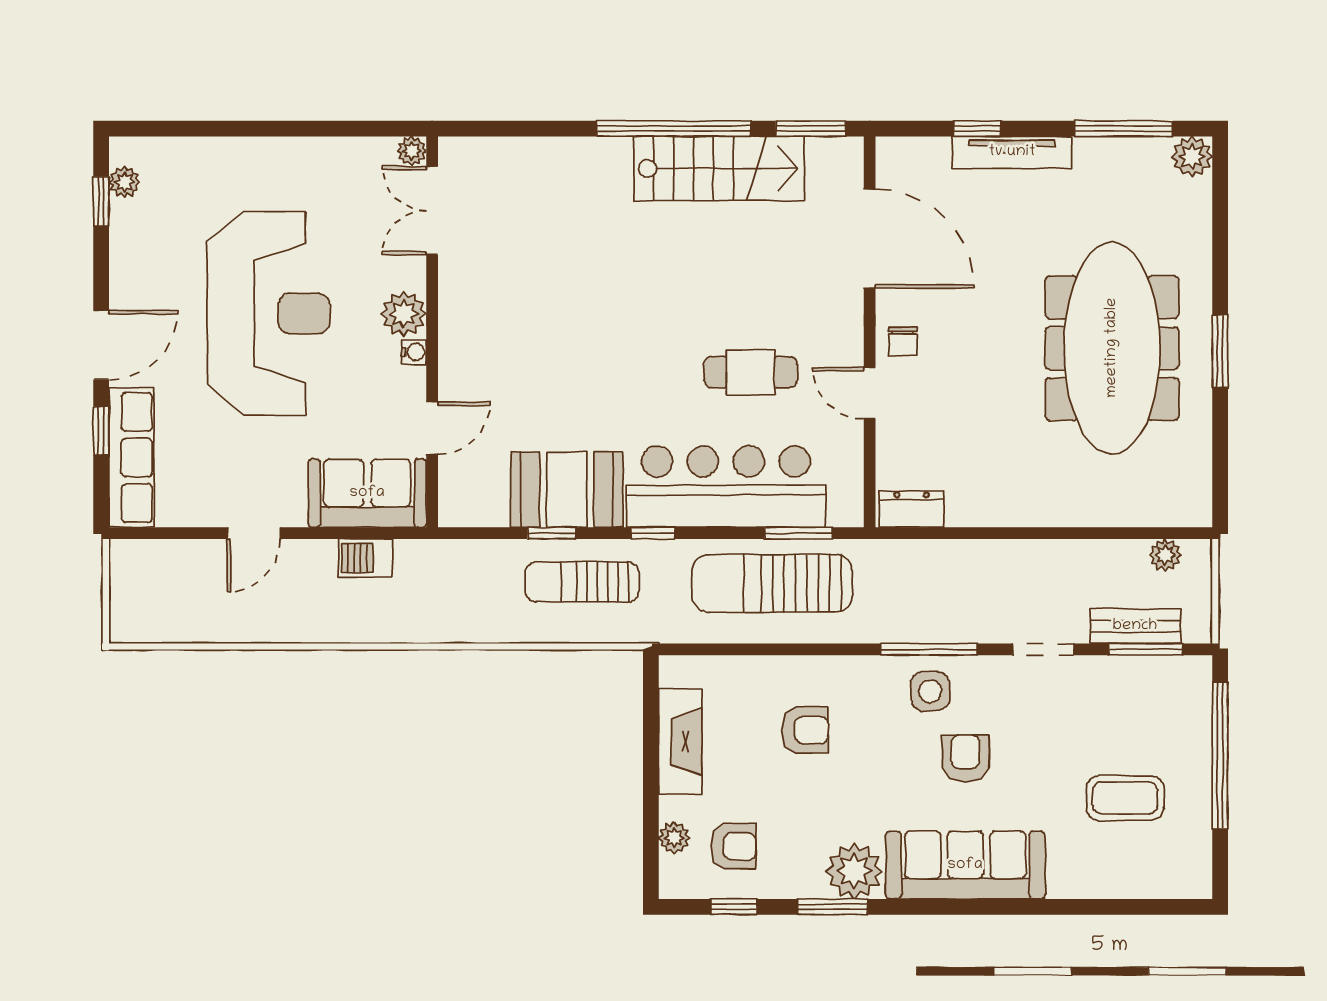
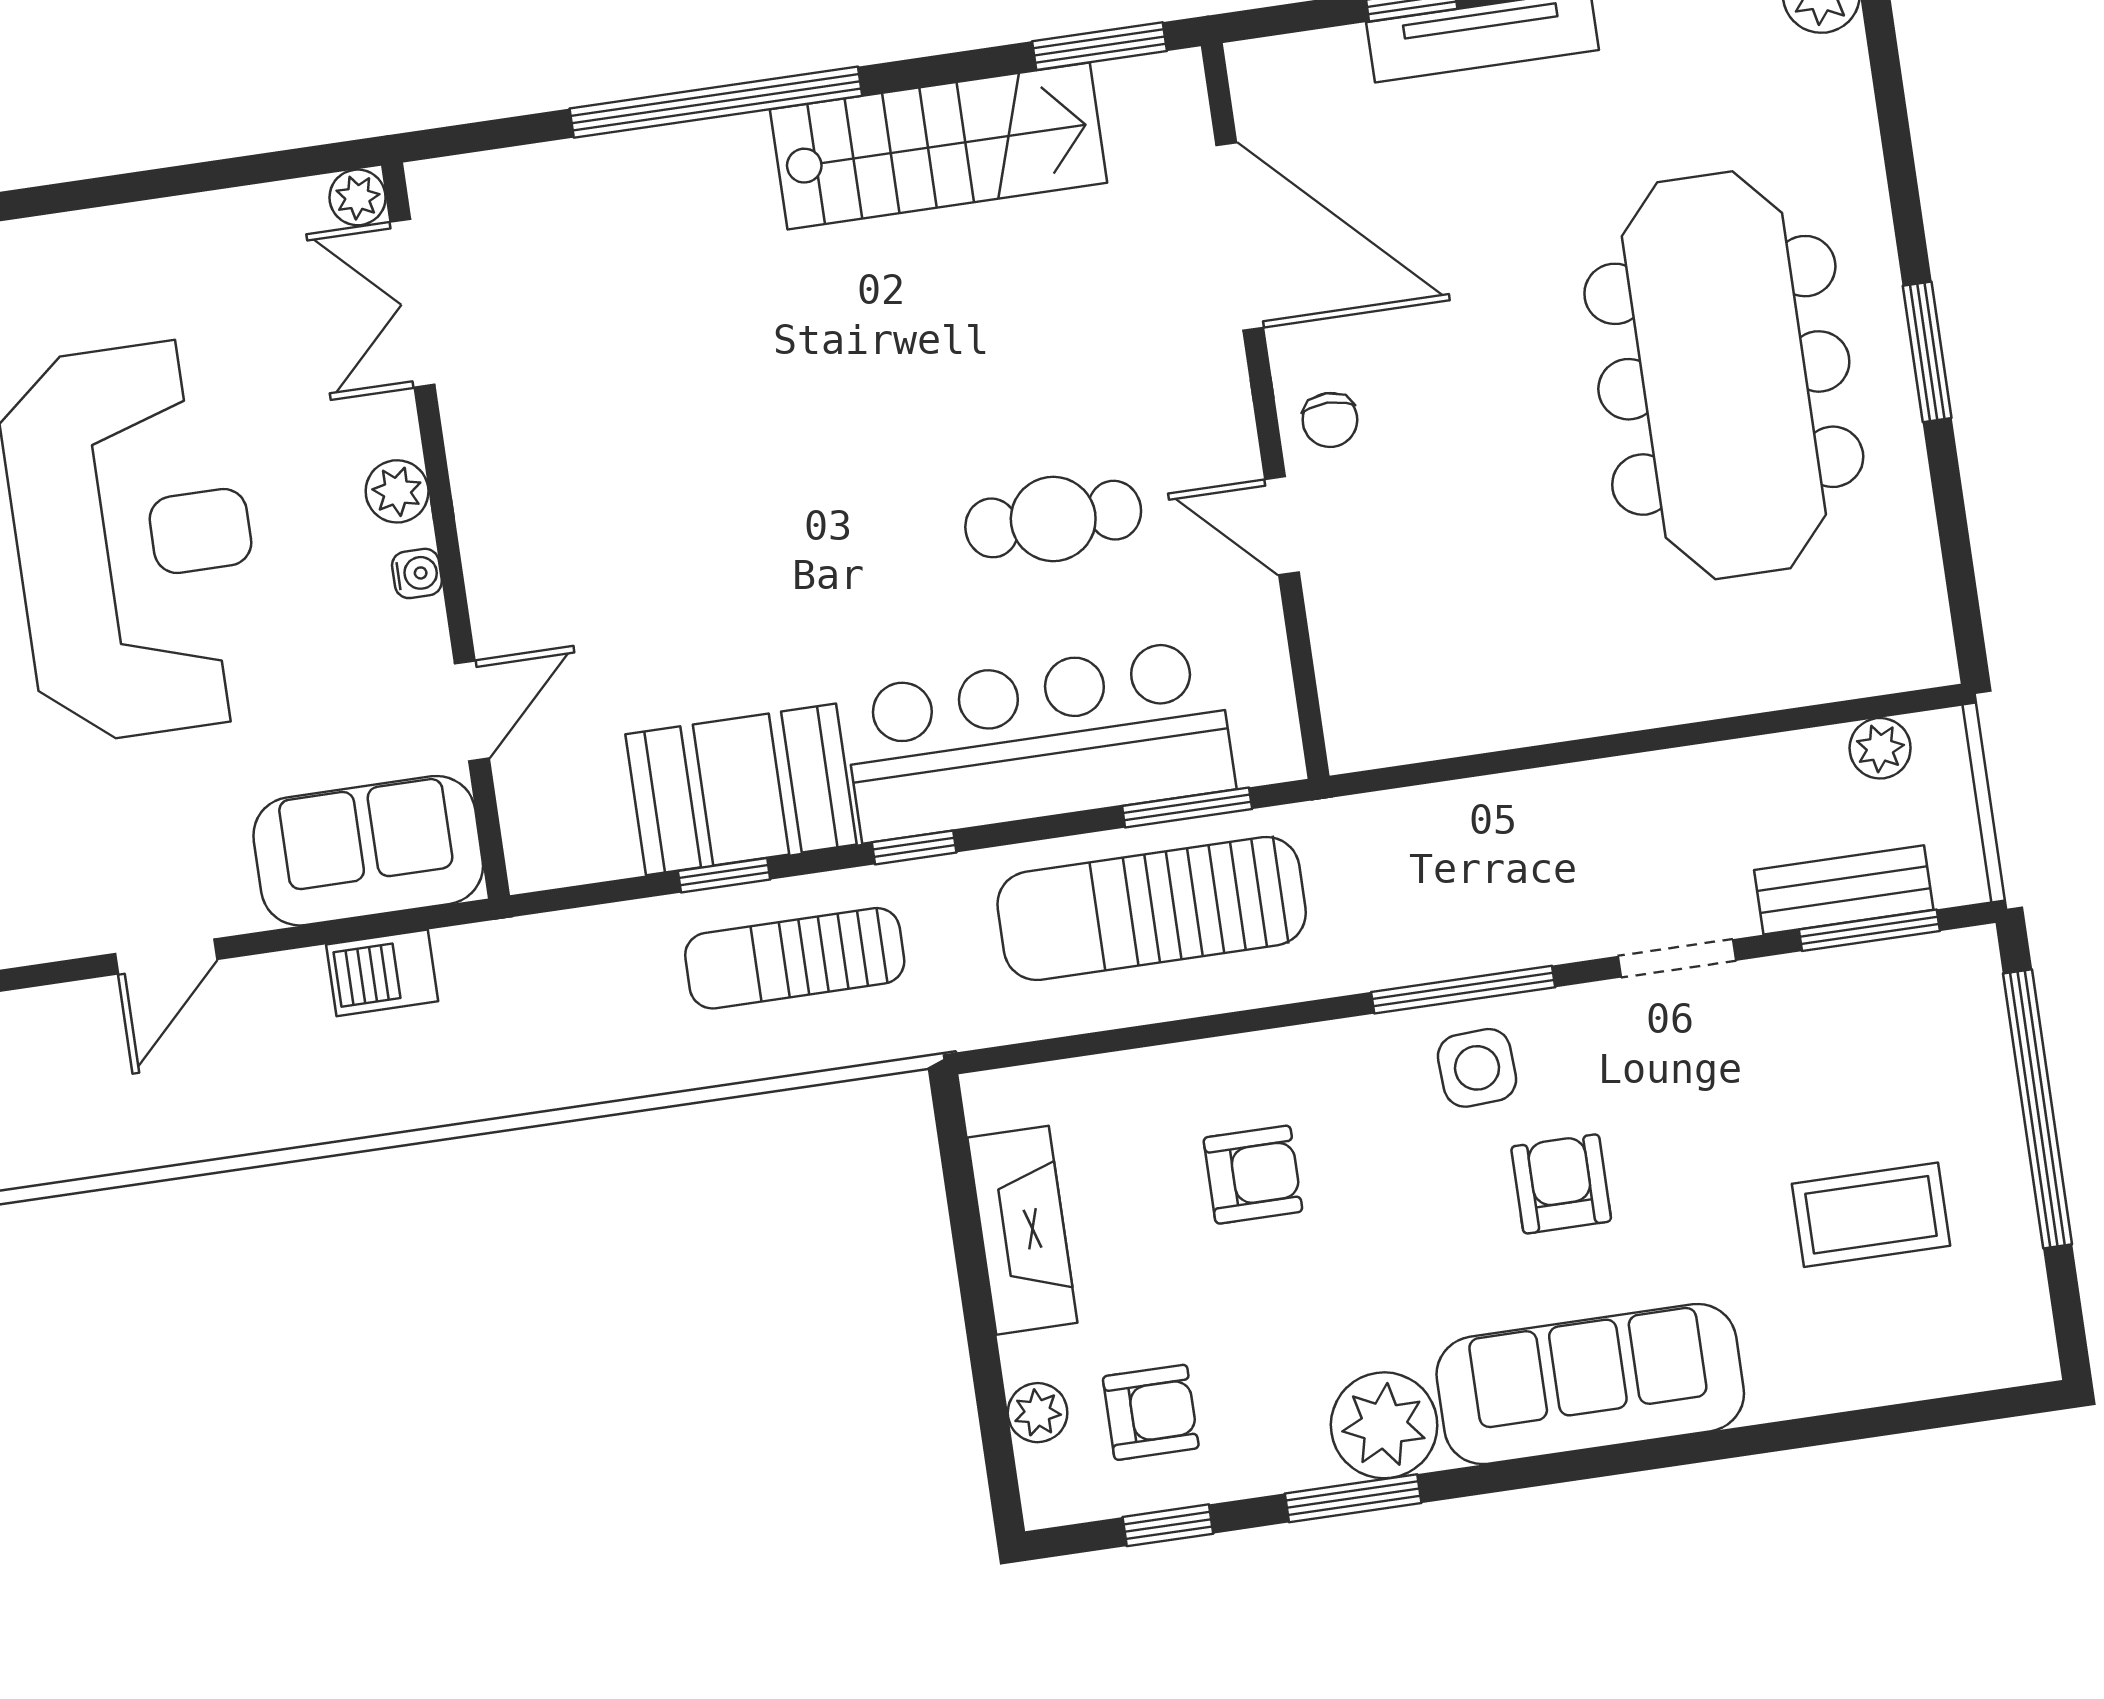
window: (674, 129) -> (716, 102), moved
plant: (404, 314) -> (397, 491), width x0.73, depth x0.73
dresser: (912, 509) -> (1392, 732), removed

